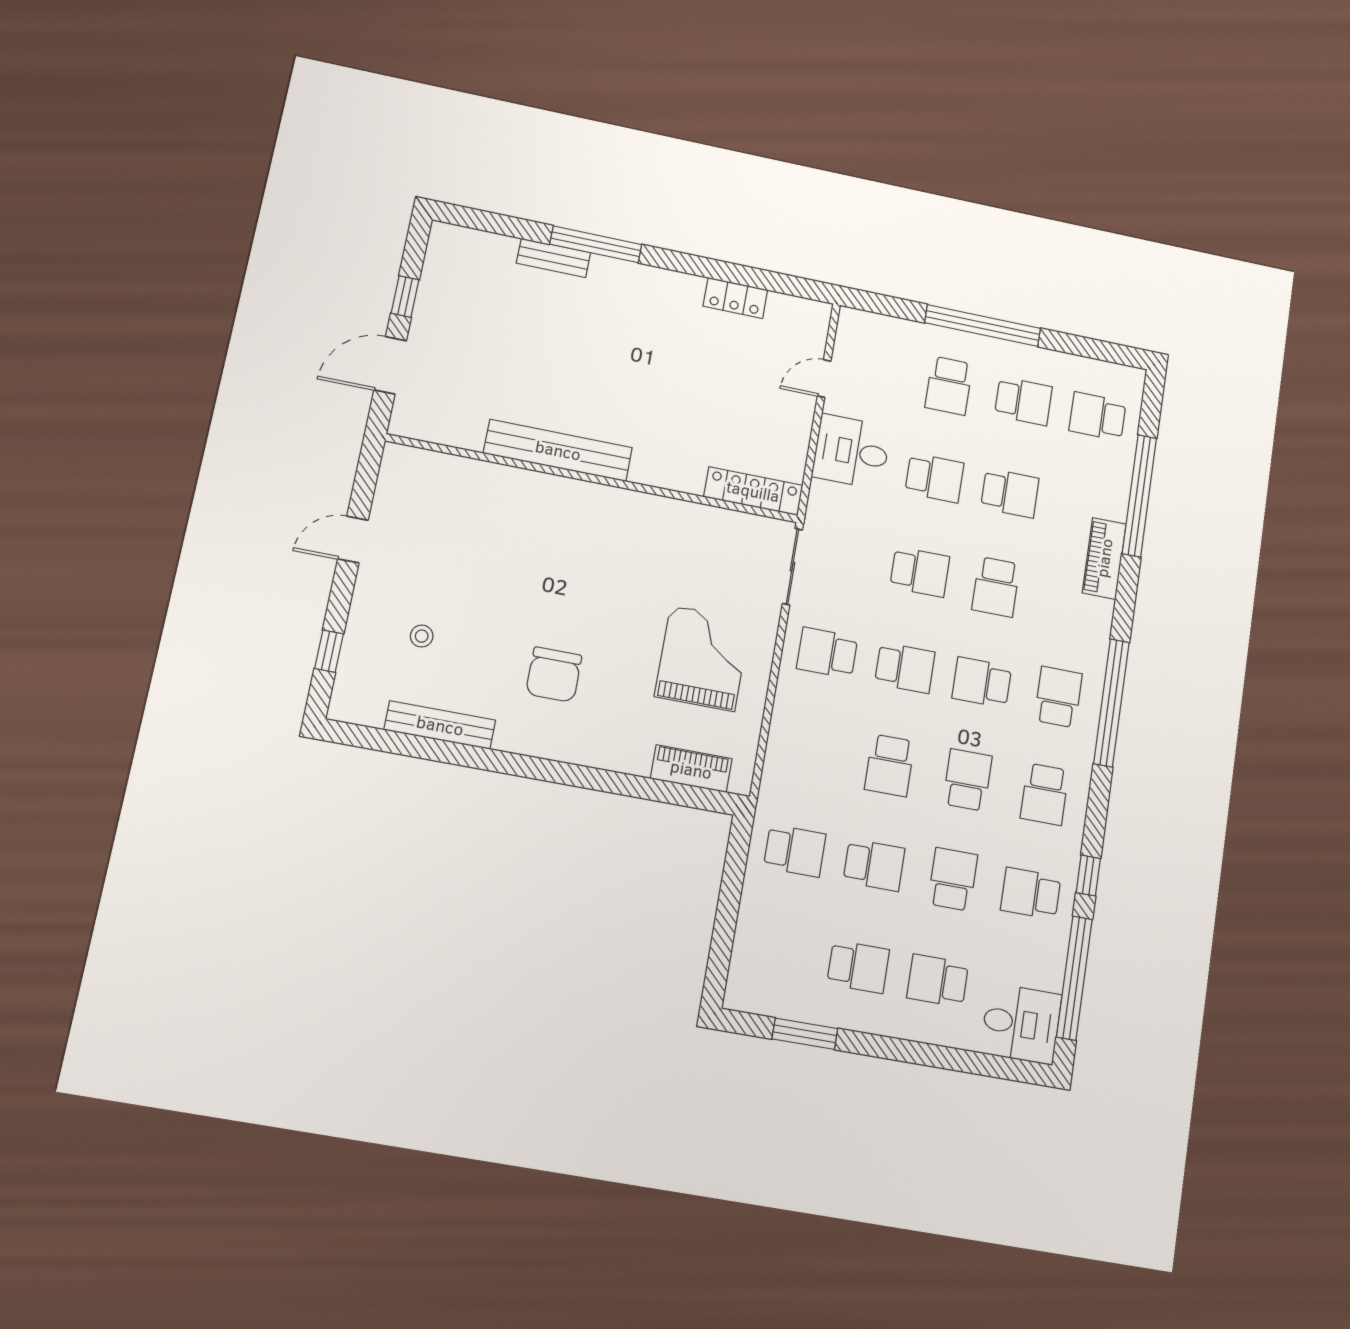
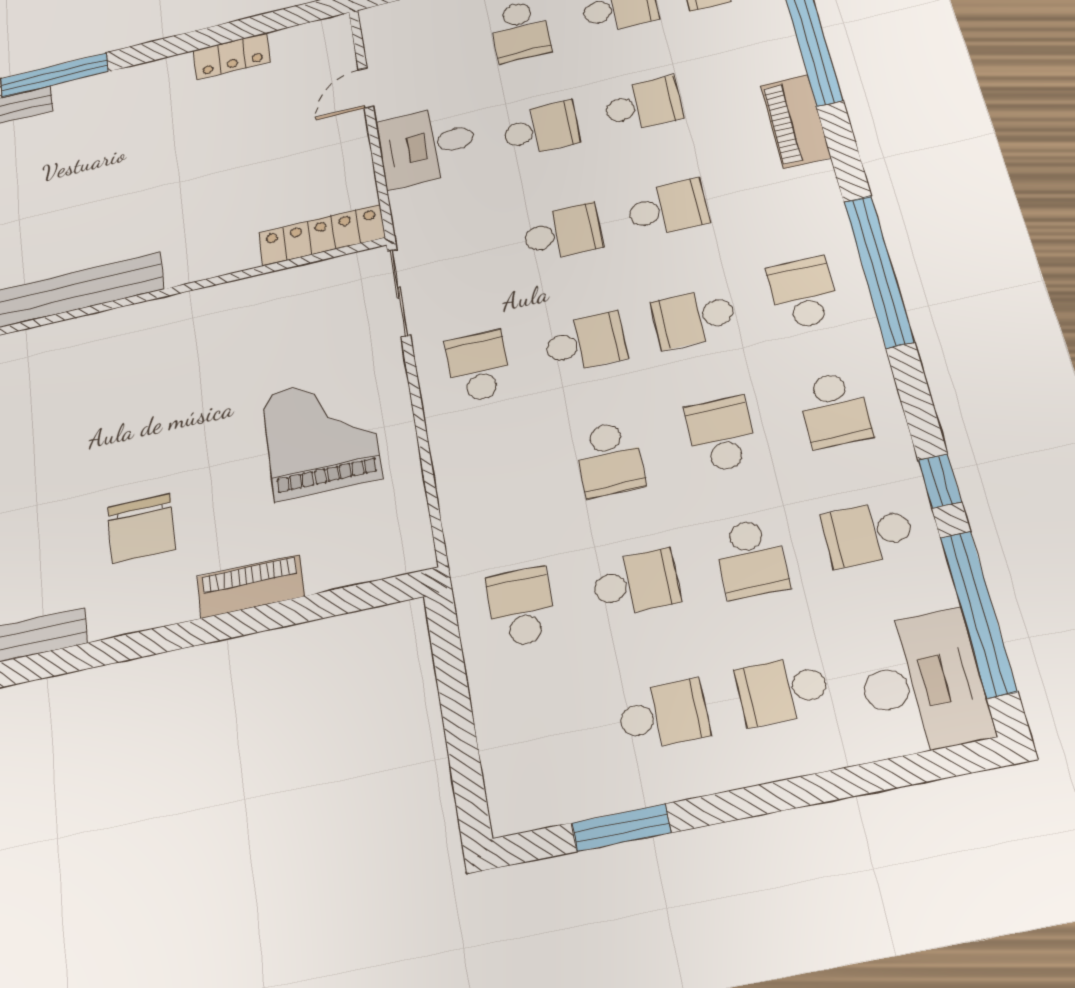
school desk: (996, 587) -> (667, 208), turned -90
school desk: (827, 653) -> (478, 367), turned 90
piano: (691, 769) -> (251, 586), moved
school desk: (795, 851) -> (521, 607), turned -90
school desk: (953, 879) -> (751, 558), turned 180
desk: (1021, 1024) -> (922, 683), width x1.37

